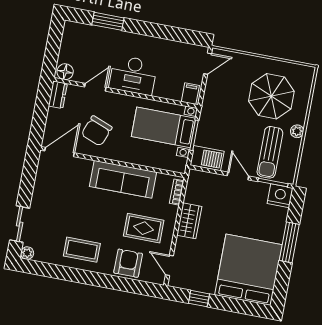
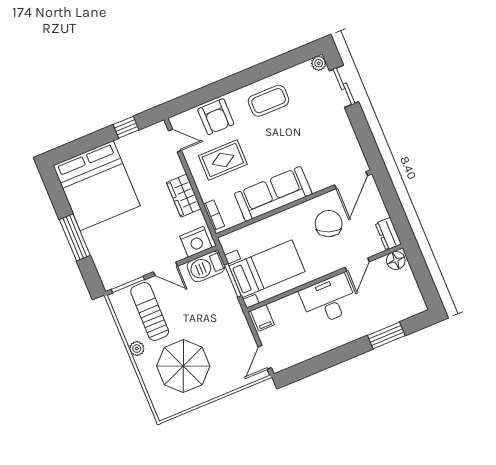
nightstand: (280, 196) -> (196, 242), moved

